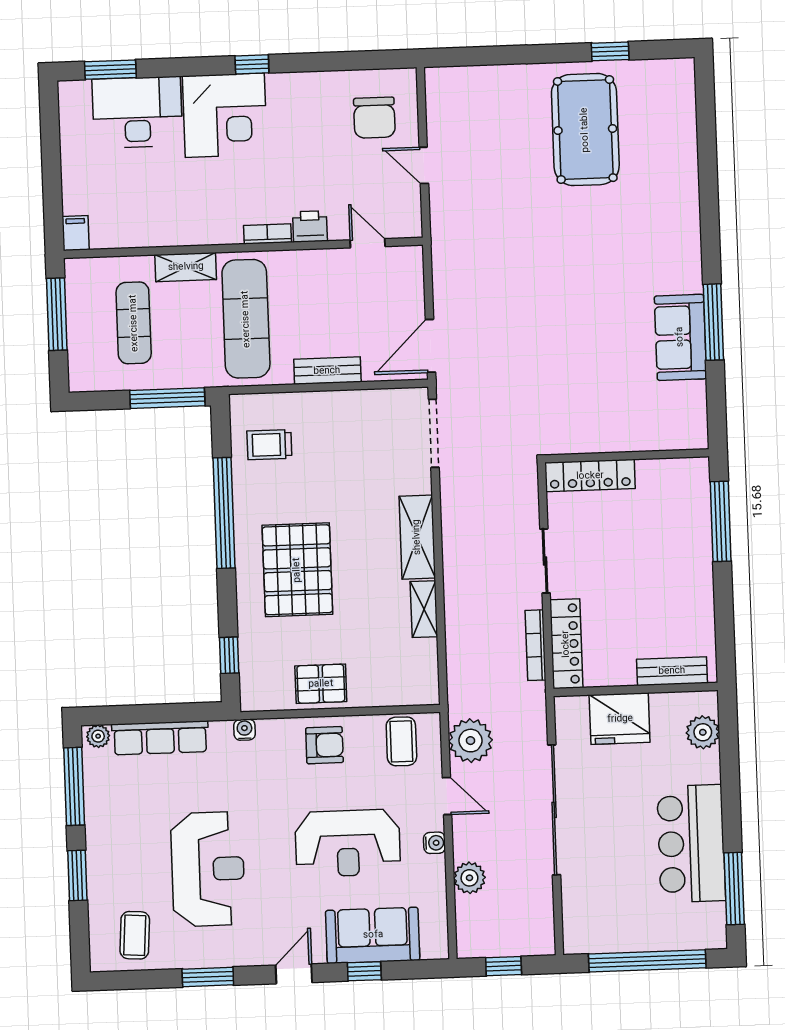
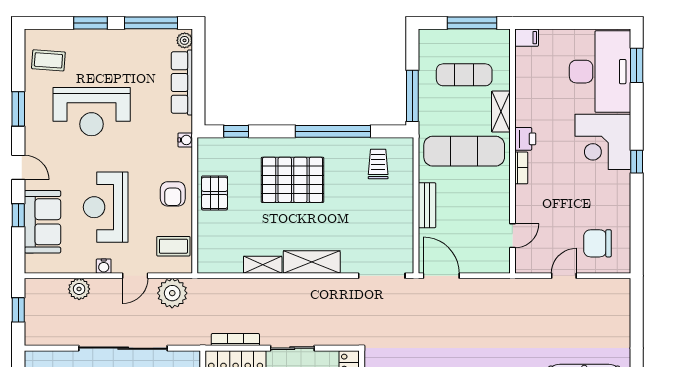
desk: (137, 112) -> (600, 72), width x1.36, depth x1.30
printer: (310, 226) -> (525, 139), moved

